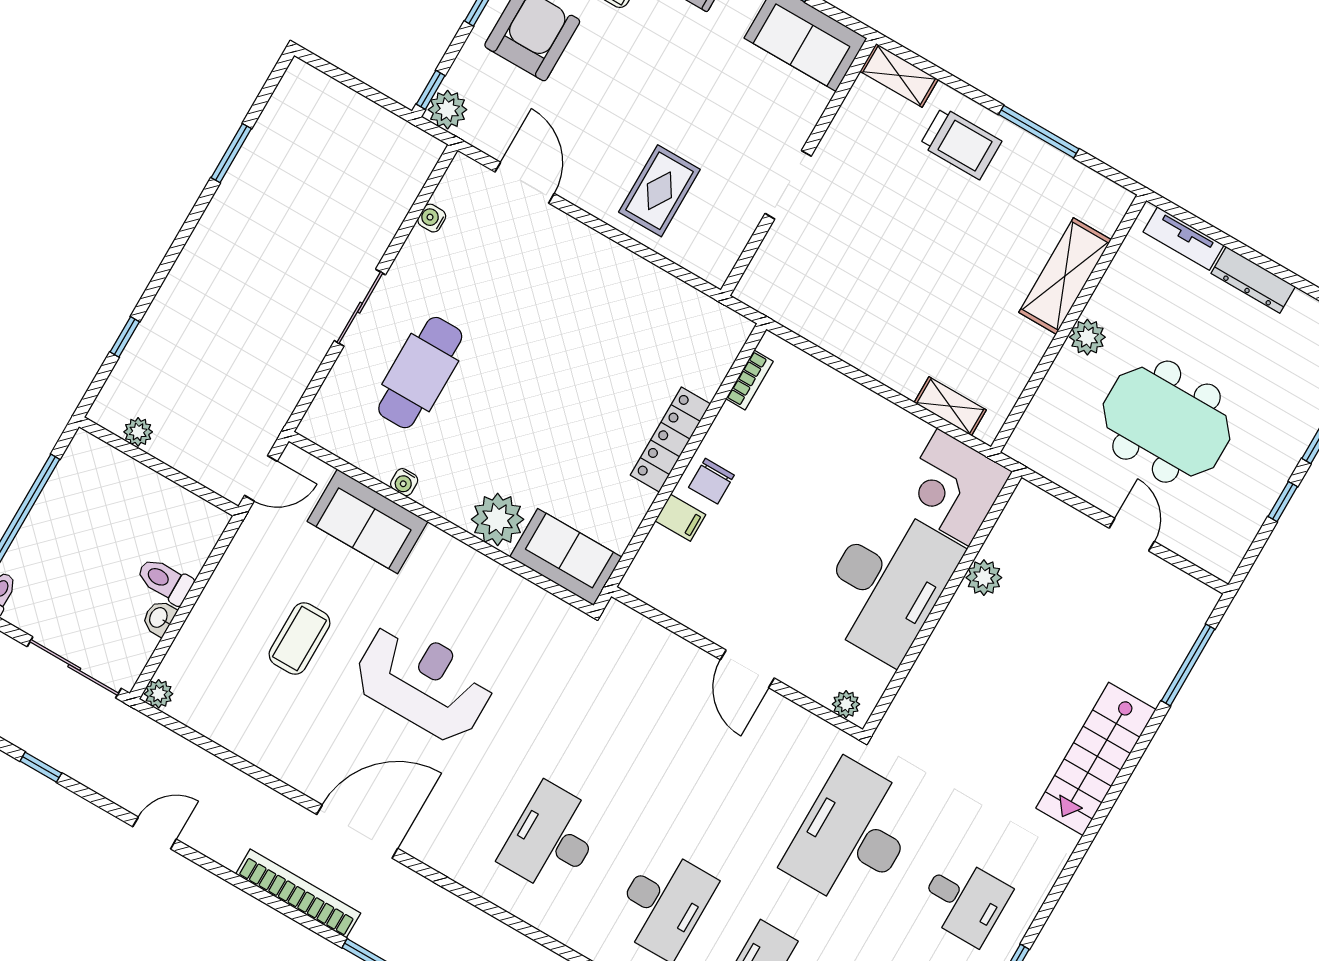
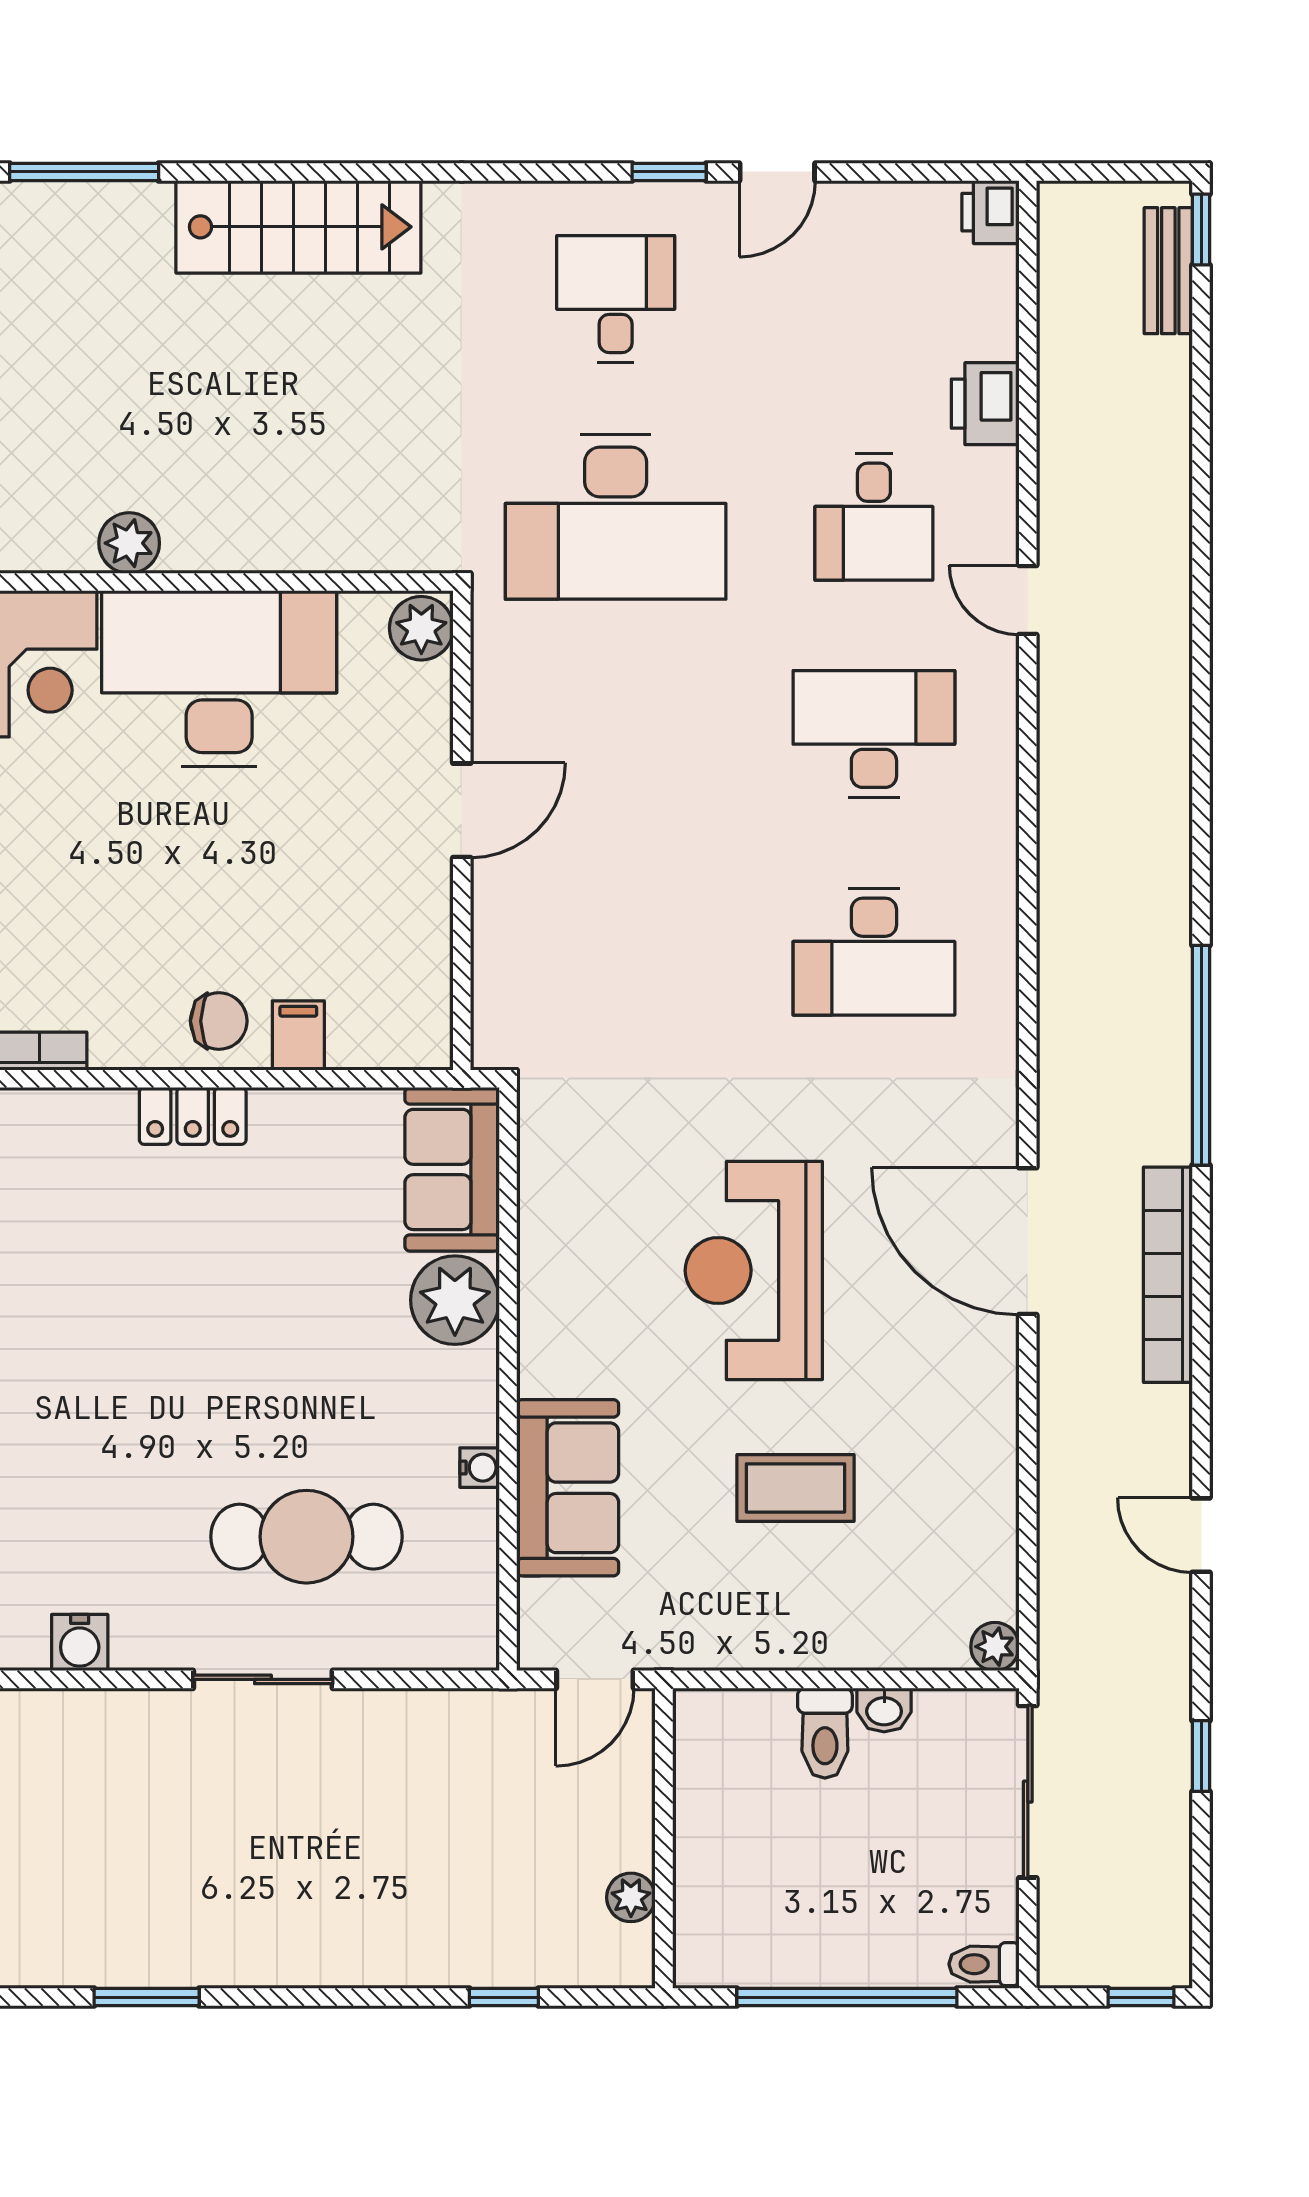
water cooler: (432, 218) -> (80, 1643), width x1.38, depth x1.38
locker: (670, 440) -> (193, 1116), width x0.66
door: (261, 478) -> (595, 1679), swing flipped
plant: (846, 704) -> (421, 628), width x1.38, depth x1.38

